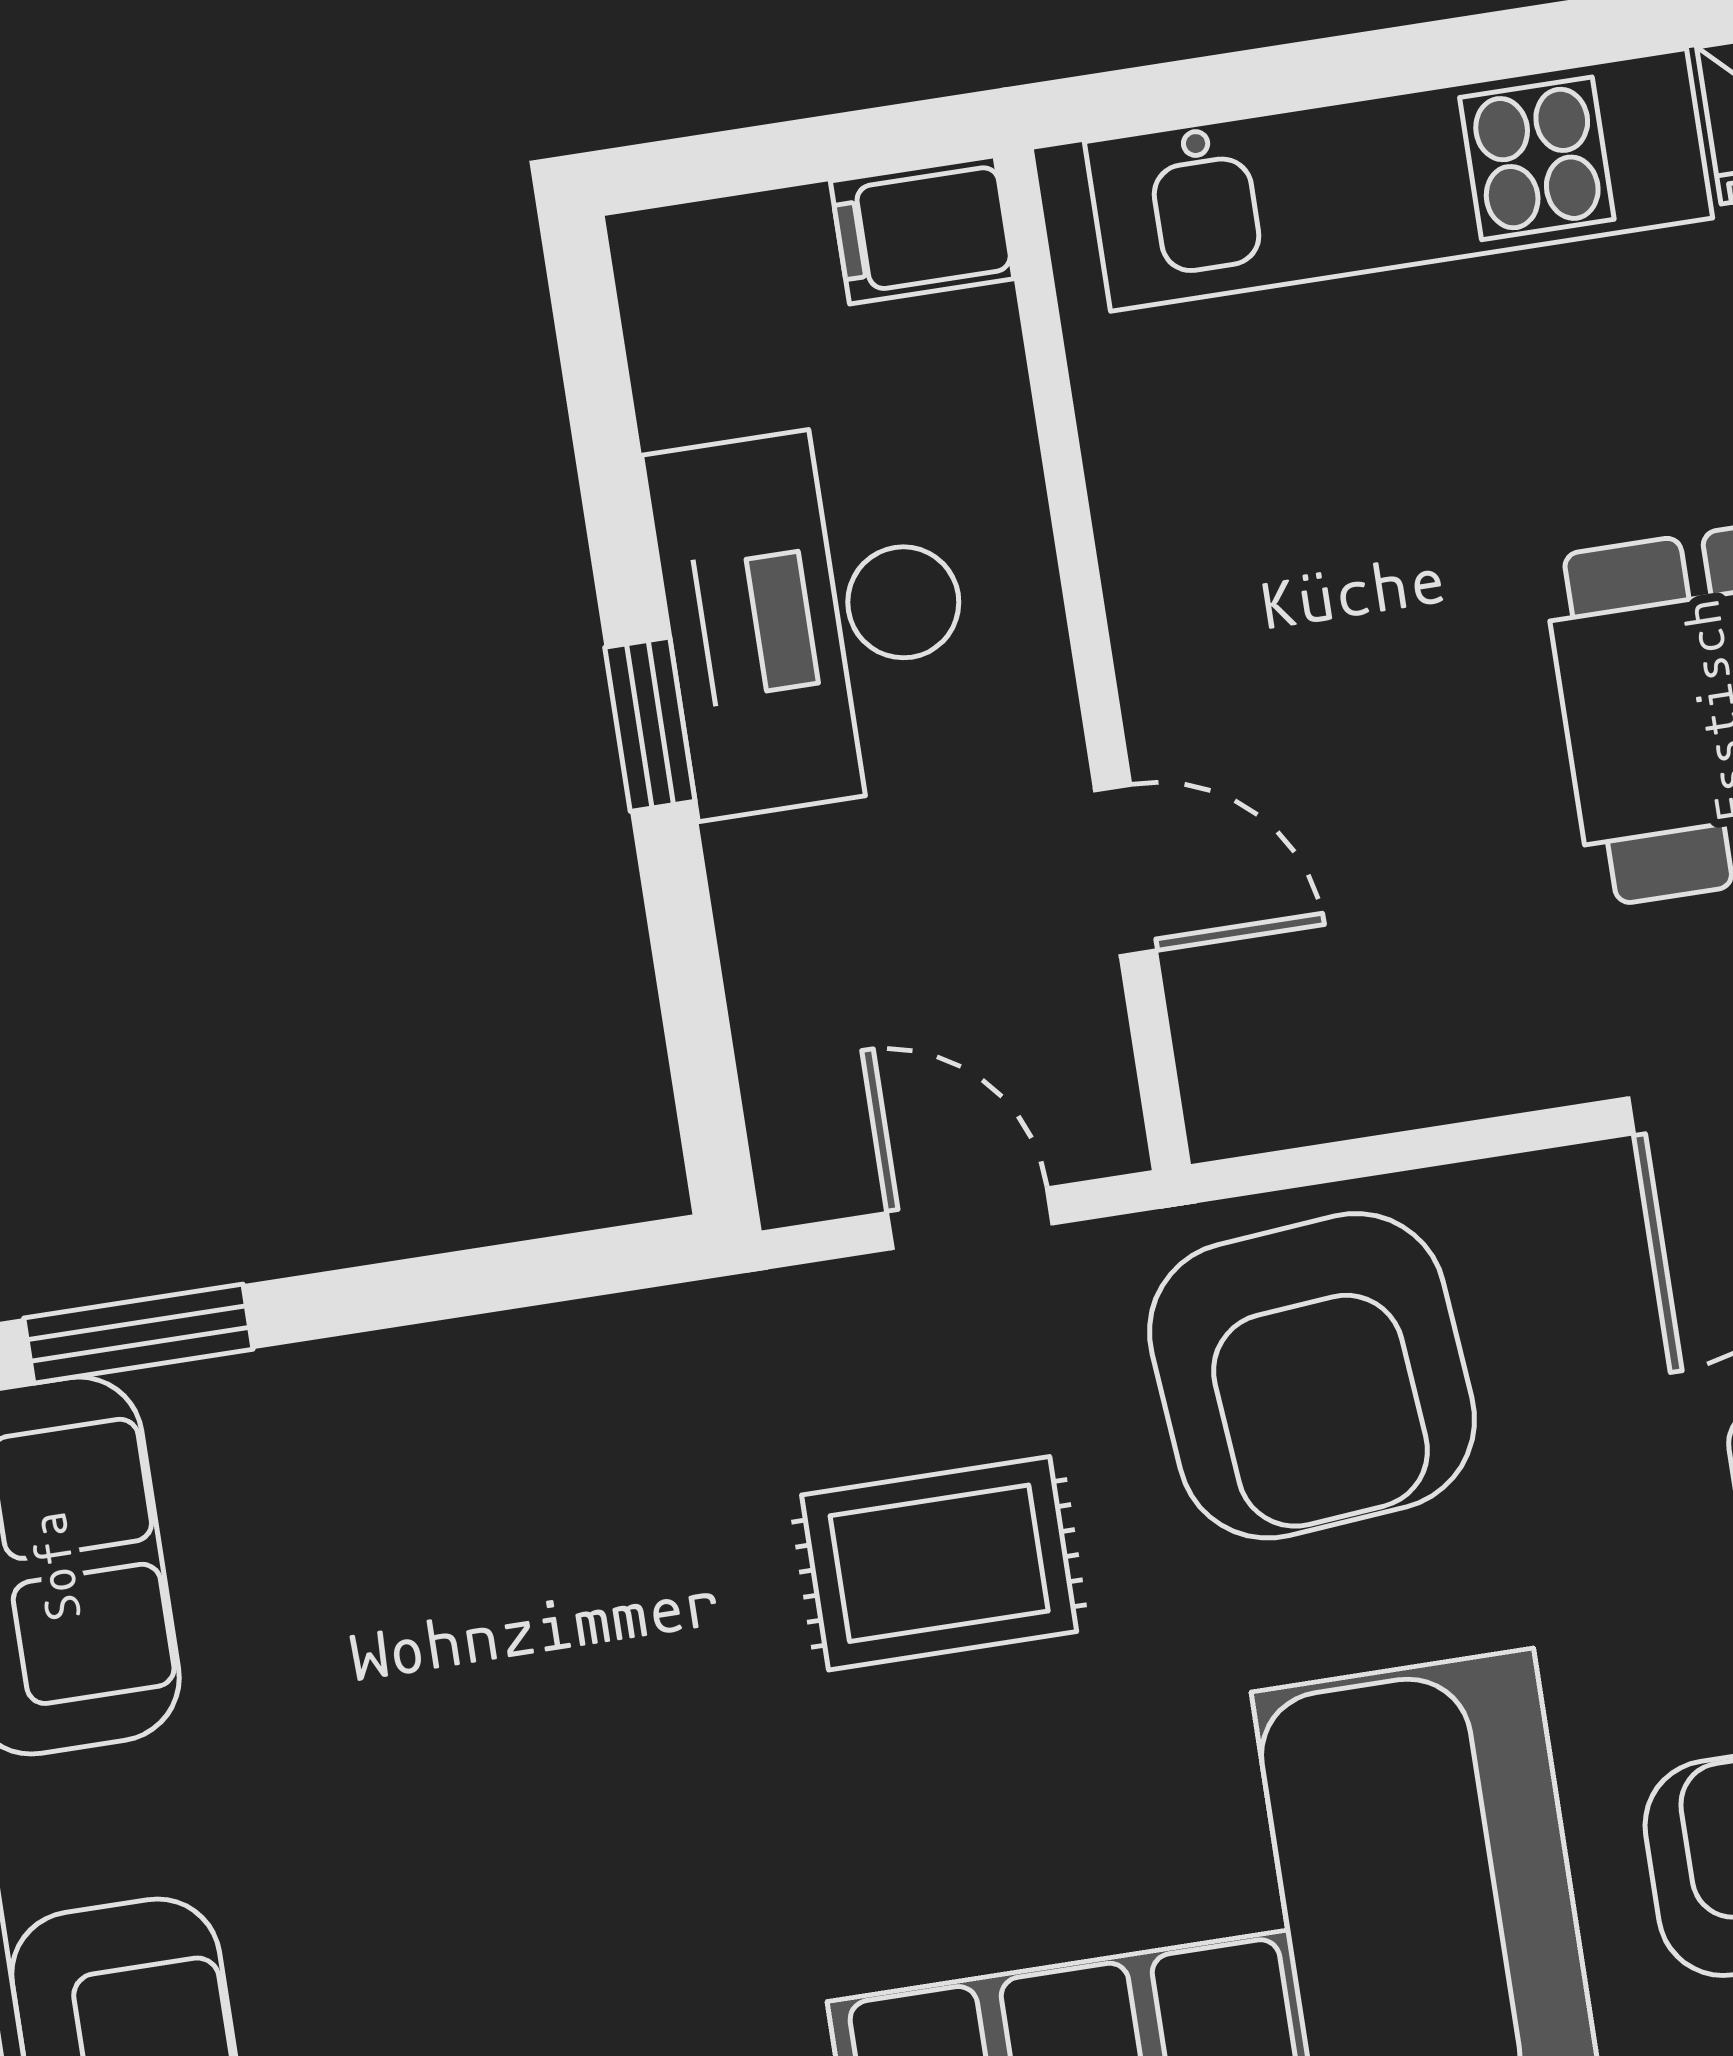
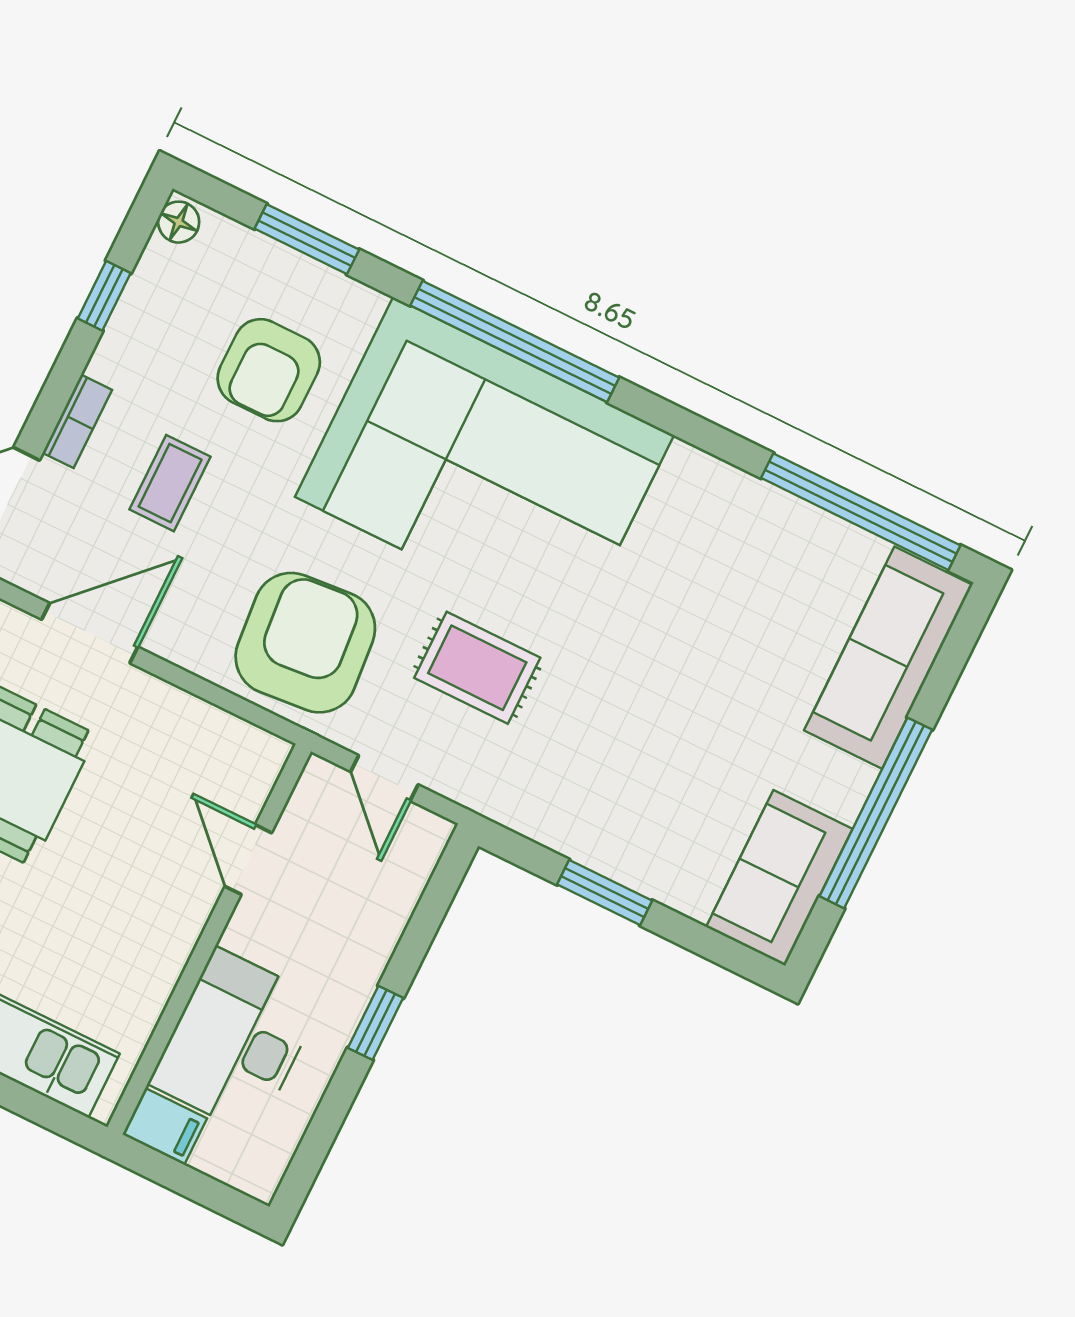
desk: (814, 616) -> (236, 1041), moved, turned 180
window: (138, 1334) -> (605, 893), moved

